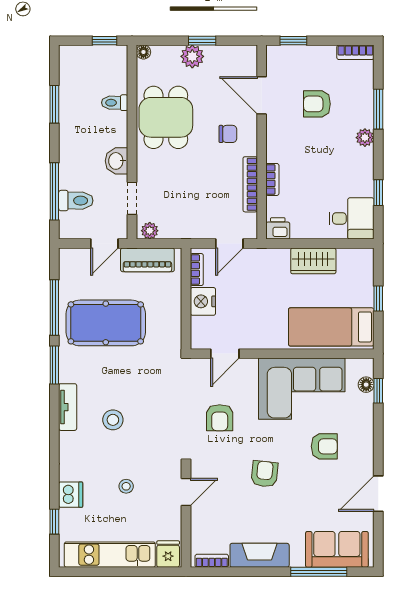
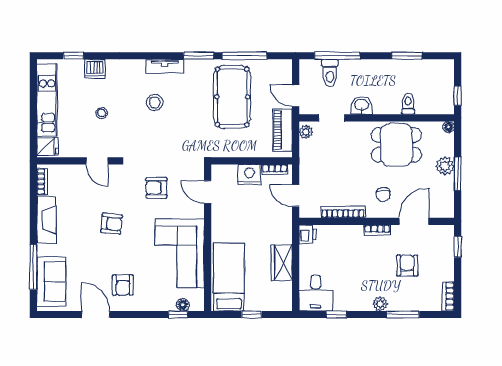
window: (202, 41) -> (458, 174), width x1.50
bookcase: (272, 179) -> (377, 230), moved
armchair: (324, 446) -> (123, 285), moved

